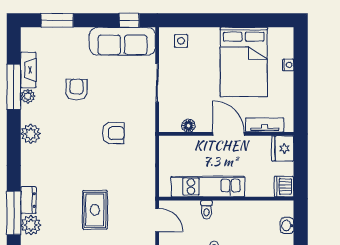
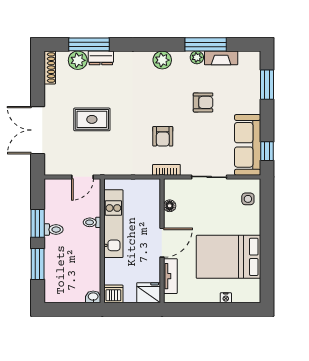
bookcase: (149, 129) -> (166, 170), added
washbasin: (287, 226) -> (93, 297), moved

